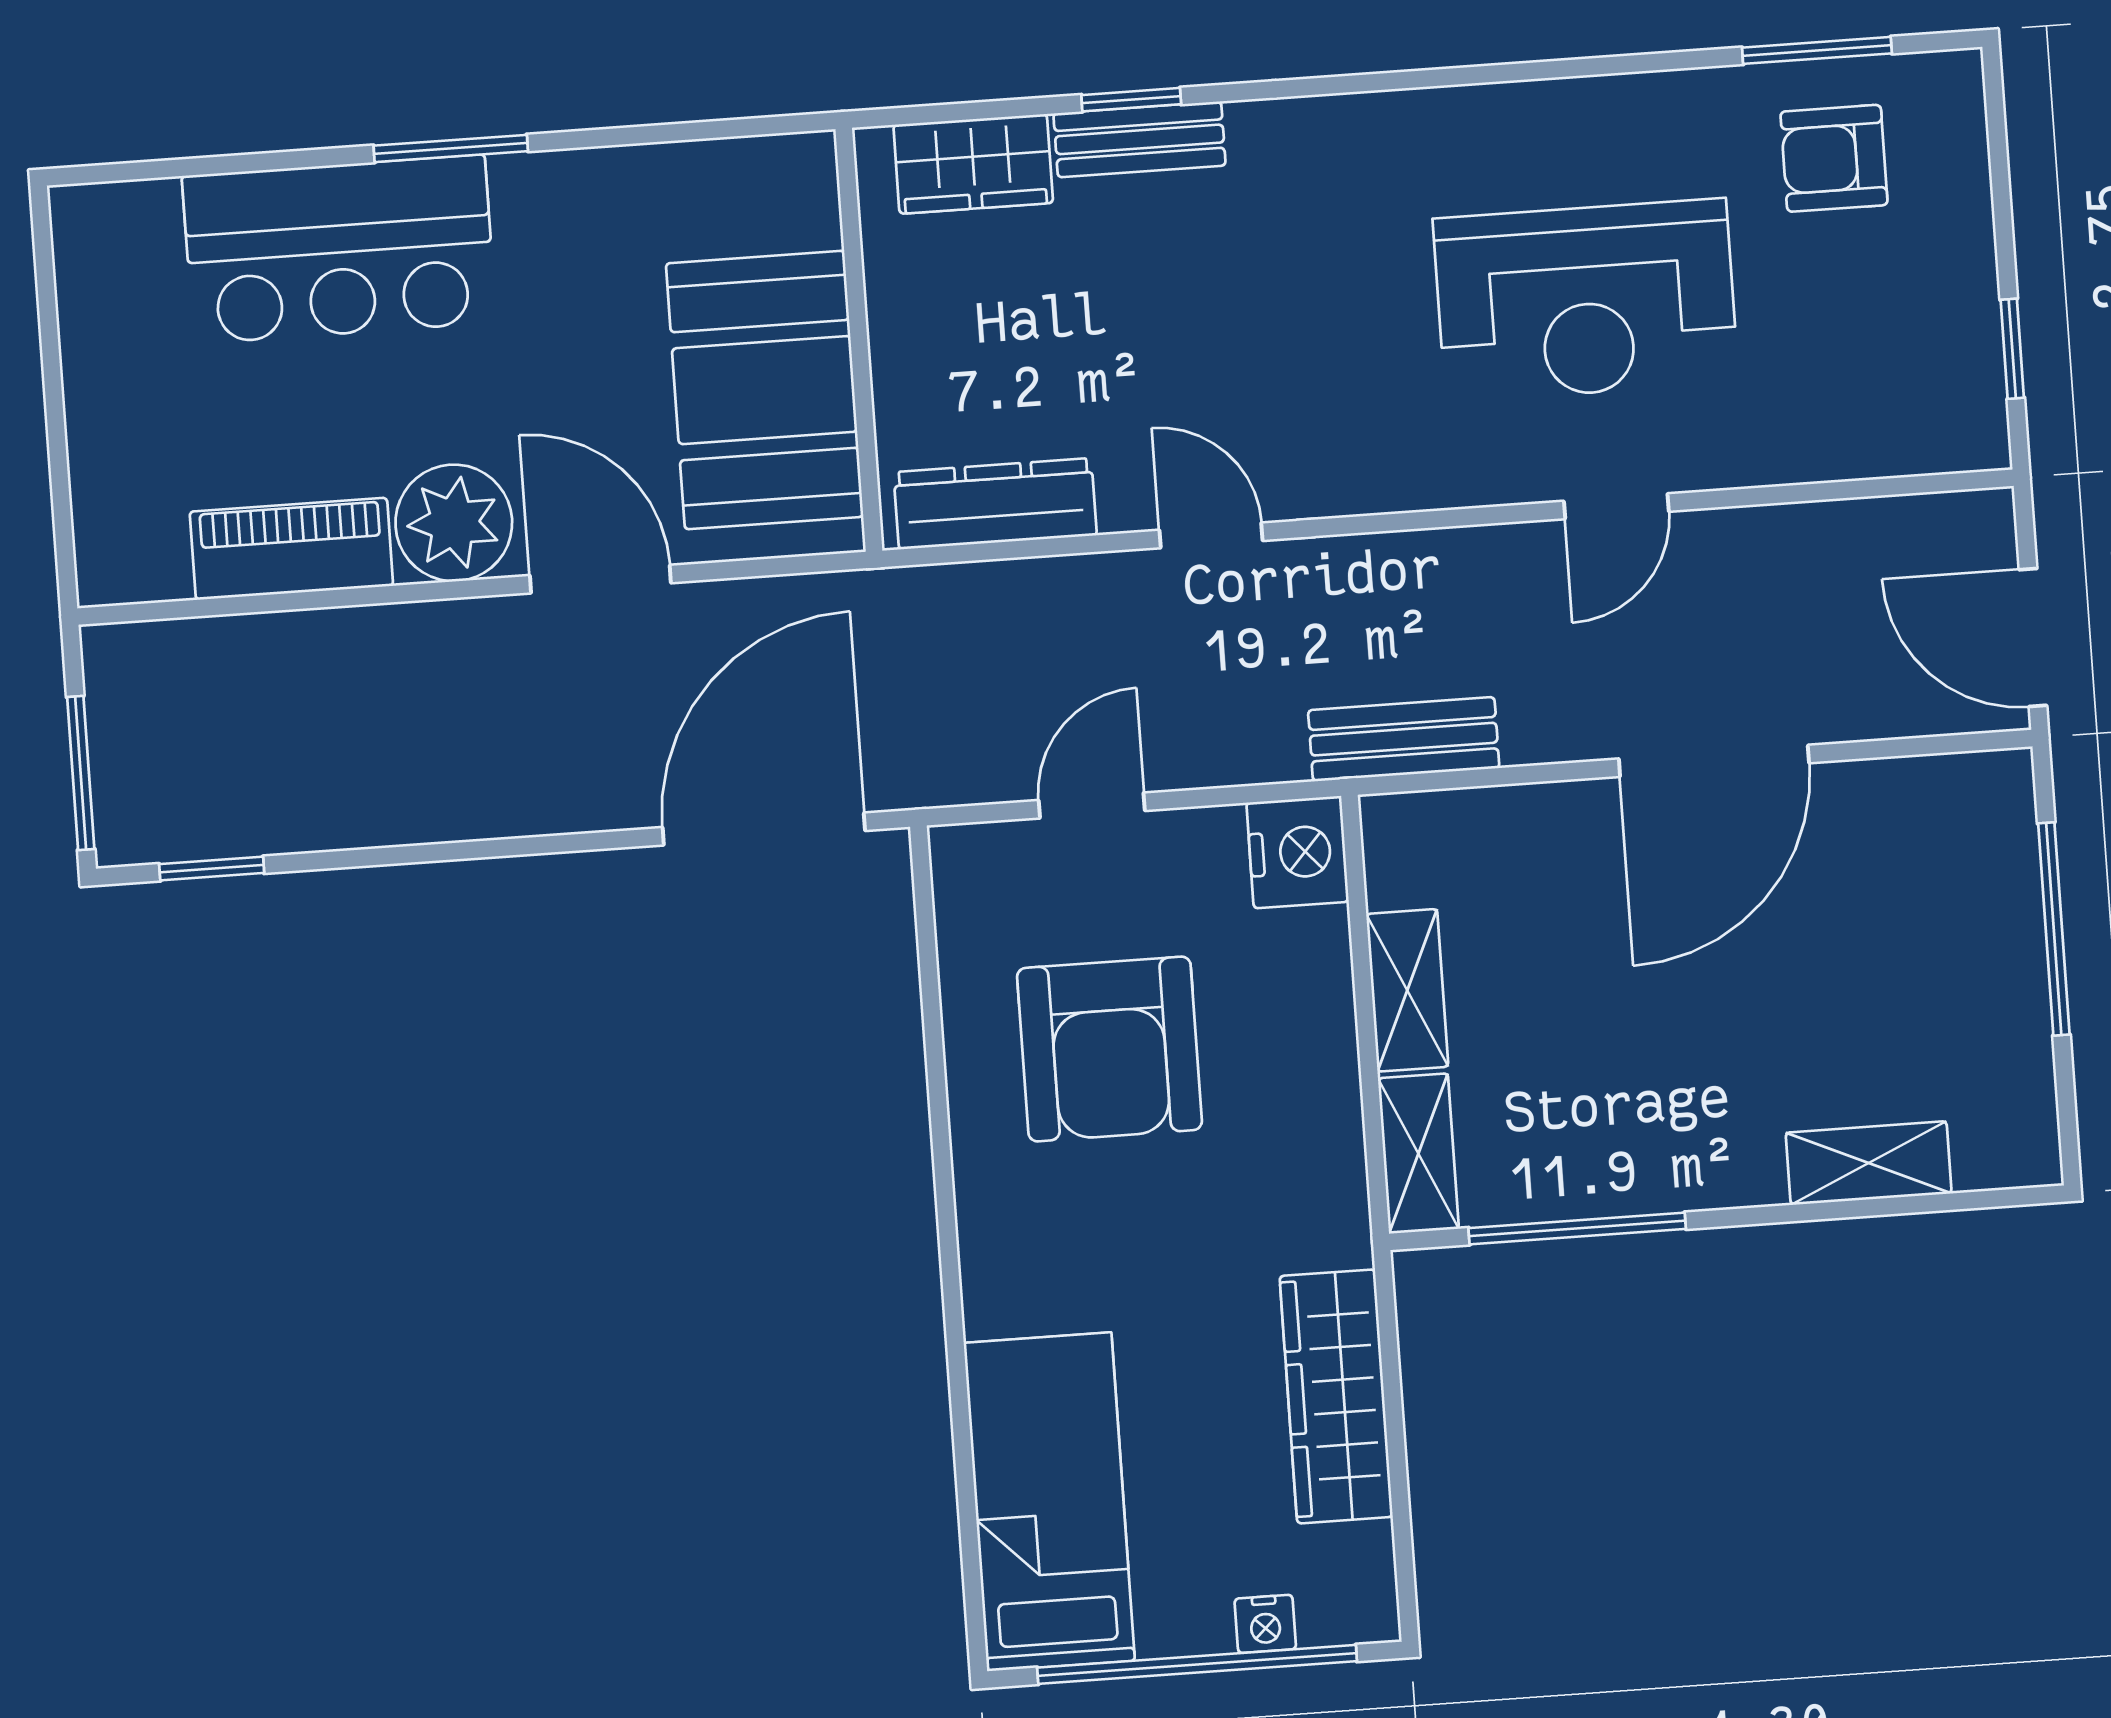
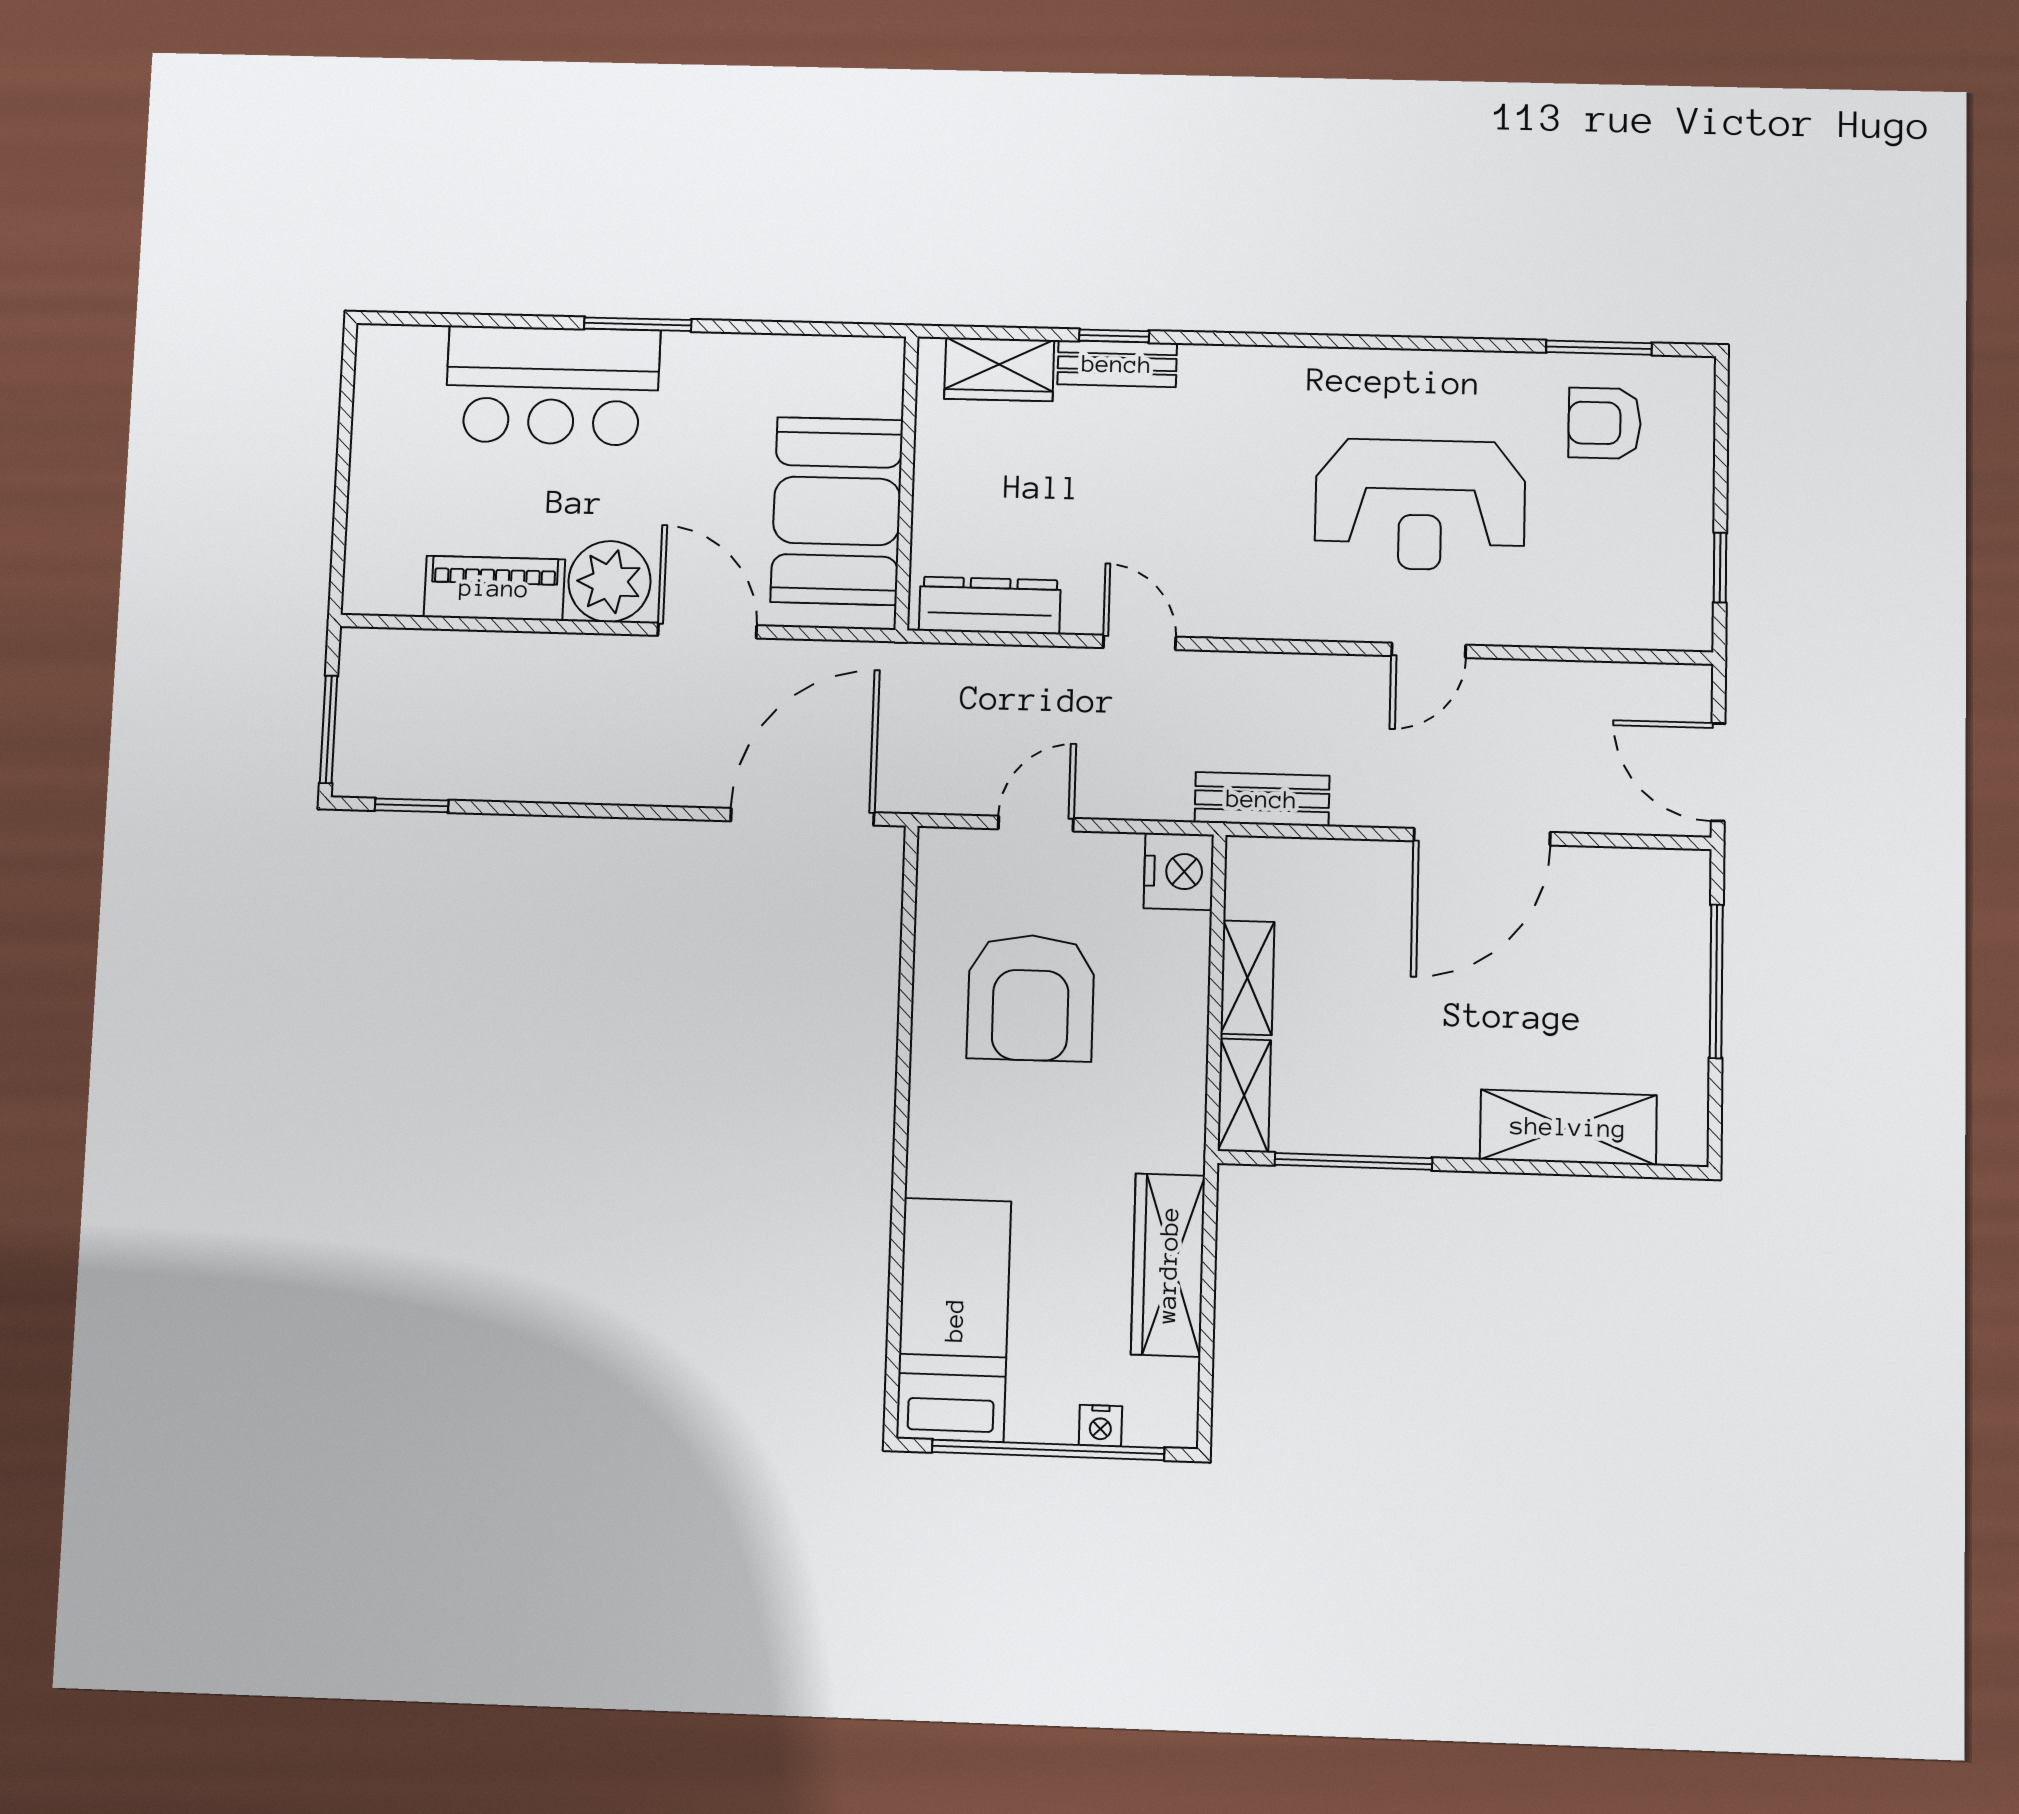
shelving: (1869, 1163) -> (1568, 1127), width x1.50, depth x1.33

